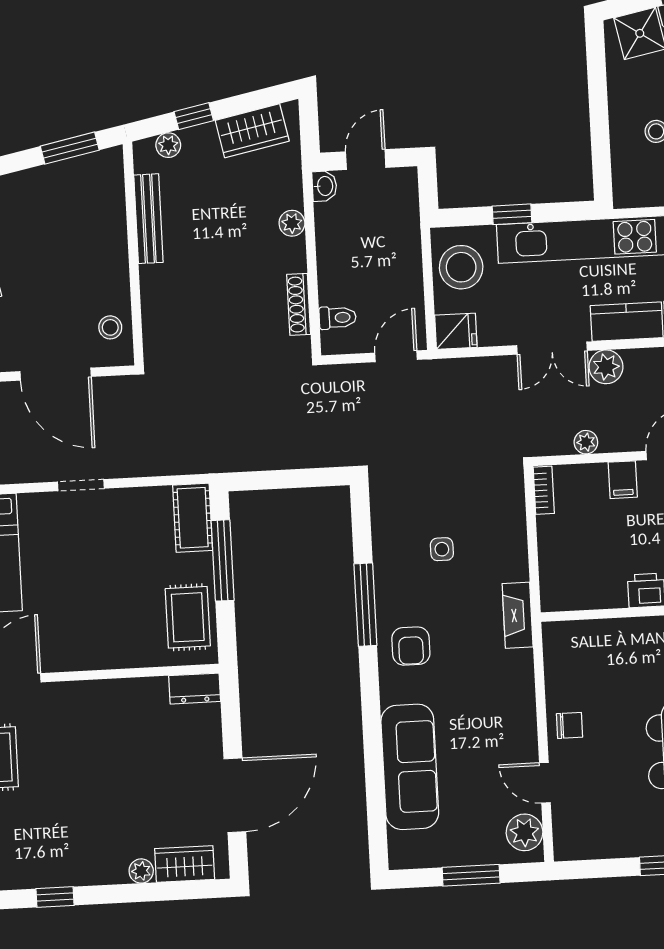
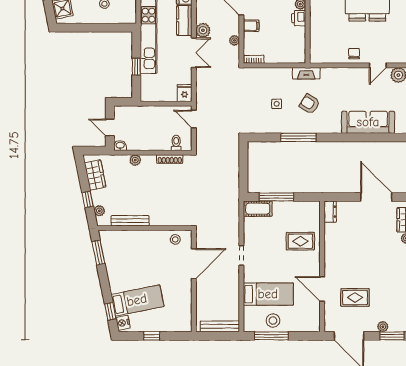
stool: (461, 267) -> (158, 89), removed
rug: (188, 617) -> (300, 241), moved
armchair: (411, 646) -> (310, 104), moved, turned -147

